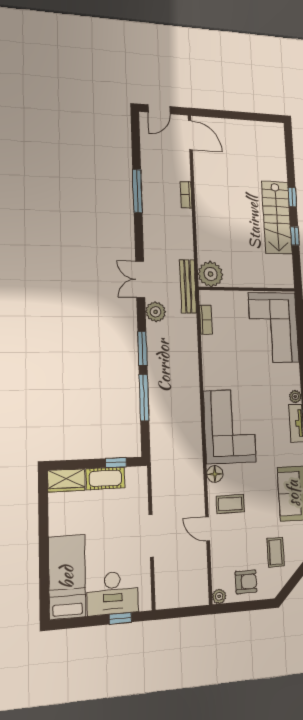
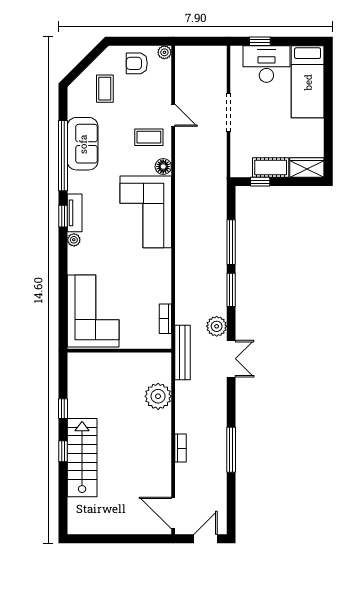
stairs: (277, 217) -> (82, 458), moved
plant: (211, 274) -> (158, 396), moved

